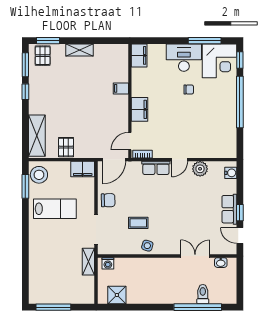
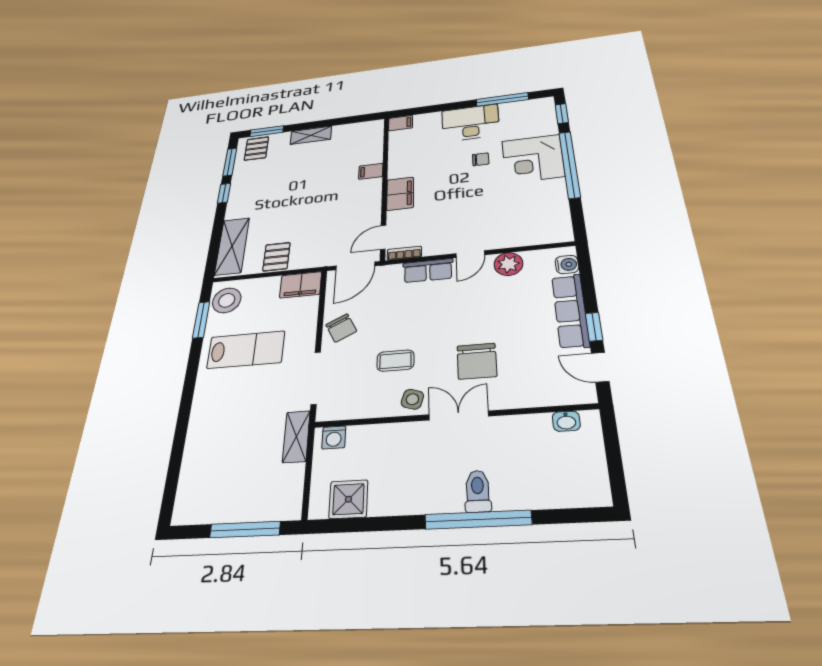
filing cabinet: (139, 55) -> (401, 123), width x0.50
corner desk: (219, 61) -> (533, 159), moved, turned 90
chair: (108, 200) -> (341, 328), turned 64
row of seats: (229, 209) -> (570, 311), width x1.48
chair: (180, 227) -> (477, 361), added
double door: (195, 256) -> (459, 415), moved
toilet: (203, 294) -> (478, 491), moved
window: (53, 307) -> (245, 530), moved
window: (198, 307) -> (478, 520), moved

